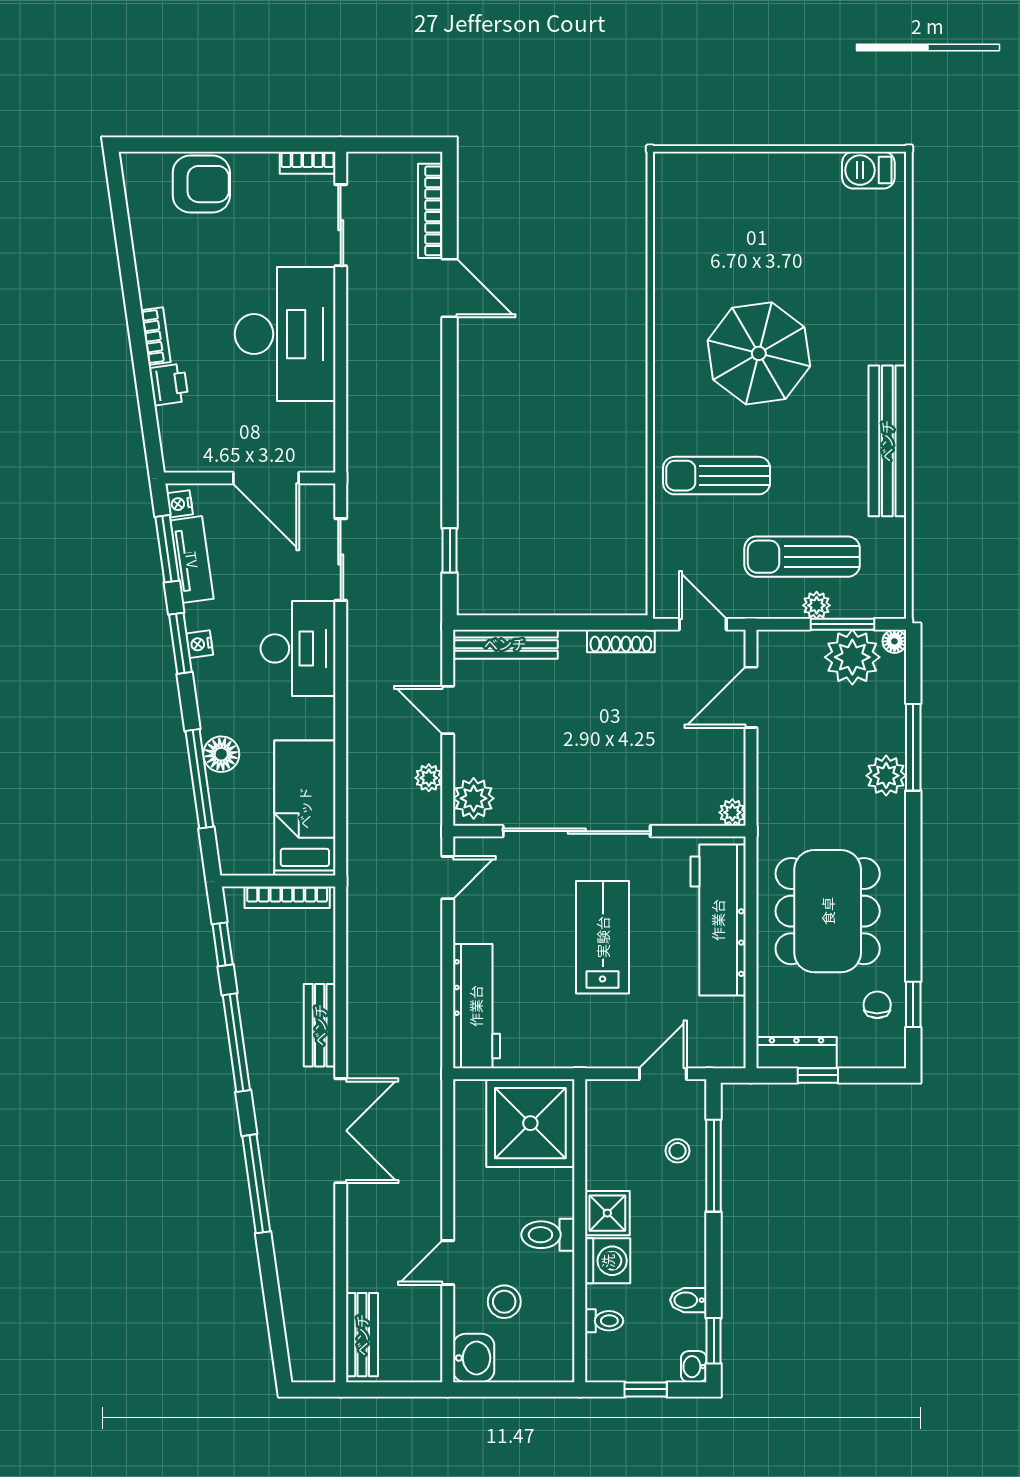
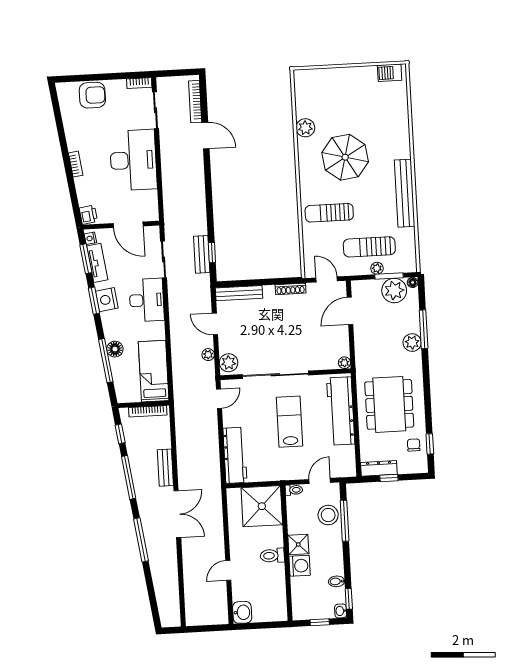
plant: (674, 283) -> (305, 128), added
printer: (169, 384) -> (88, 215), moved
nightstand: (200, 644) -> (107, 300), width x1.89, depth x1.79
stool: (677, 1151) -> (328, 515), width x1.89, depth x1.89
stool: (504, 1302) -> (254, 587), removed
toilet: (604, 1321) -> (294, 490), moved
bench: (362, 1335) -> (202, 254), moved

